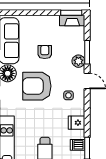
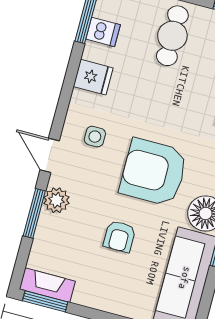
armchair: (37, 86) -> (153, 172), turned 180

